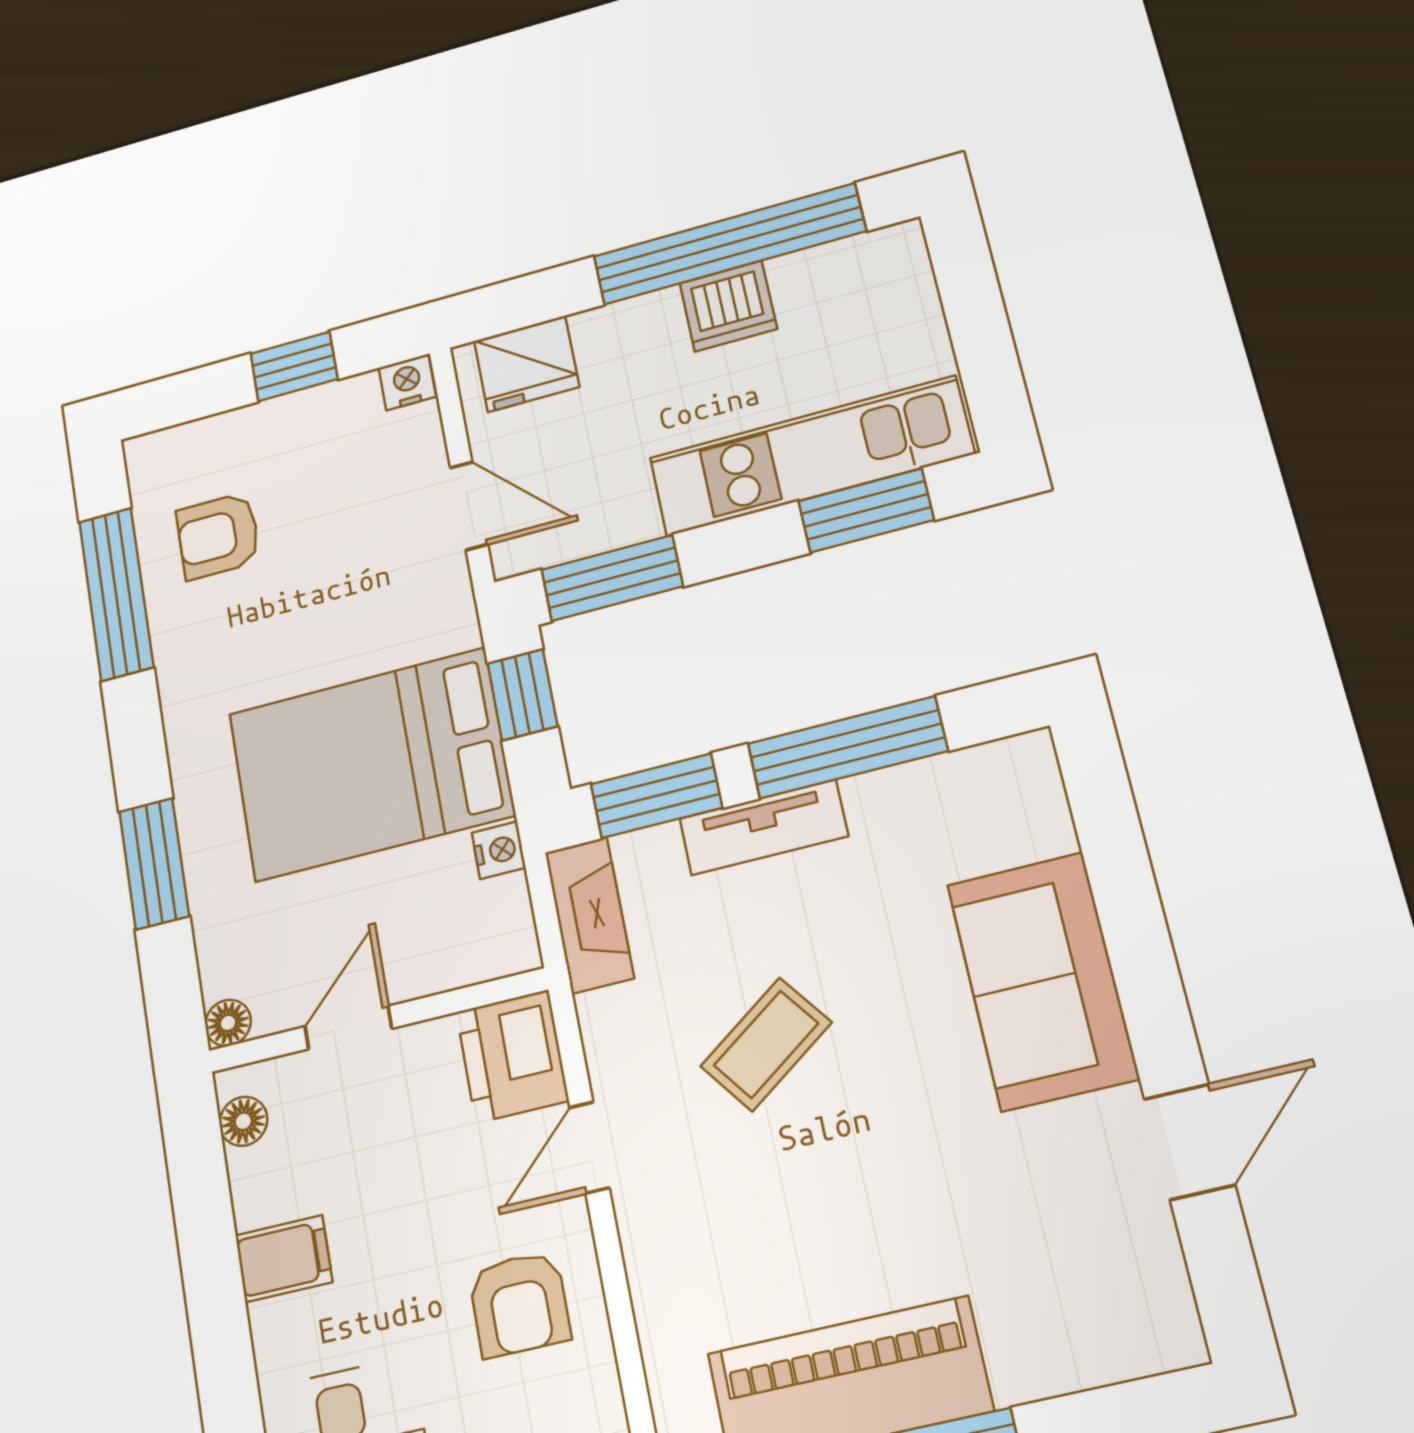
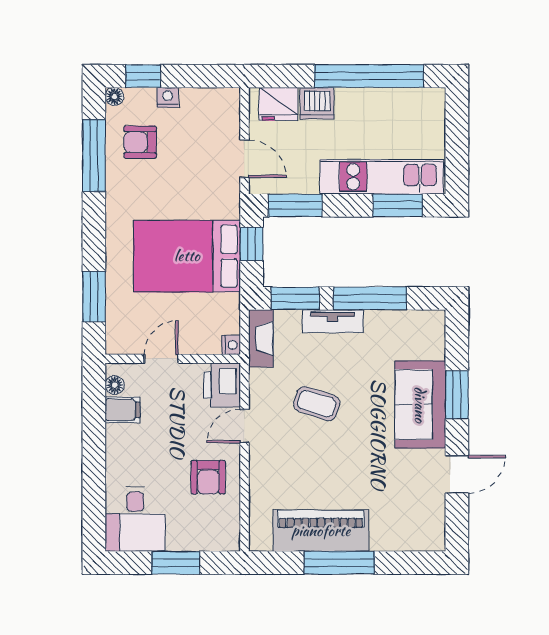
dishwasher: (728, 306) -> (317, 103), moved
window: (294, 366) -> (143, 76), moved
nightstand: (407, 382) -> (168, 97), moved
nightstand: (499, 850) -> (231, 345), moved
window: (154, 864) -> (94, 297), moved
window: (1135, 931) -> (457, 395), added
floor lamp: (228, 1023) -> (114, 96), moved
coffee table: (766, 1044) -> (317, 404), turned 54
filing cabinet: (284, 1259) -> (122, 410), moved

